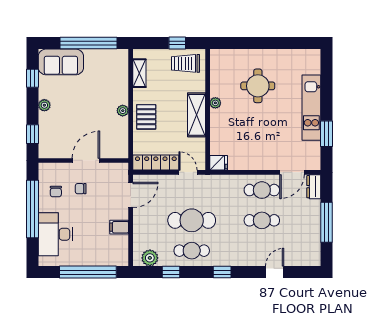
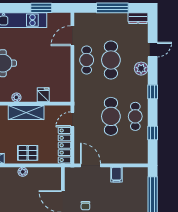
fridge: (219, 163) -> (43, 95), moved
door: (292, 172) -> (72, 36), swing flipped
dresser: (314, 187) -> (138, 18), moved
cafe table: (262, 220) -> (111, 60), width x1.37, depth x1.35
plant: (150, 258) -> (141, 69), moved
door: (275, 272) -> (153, 50), swing flipped

